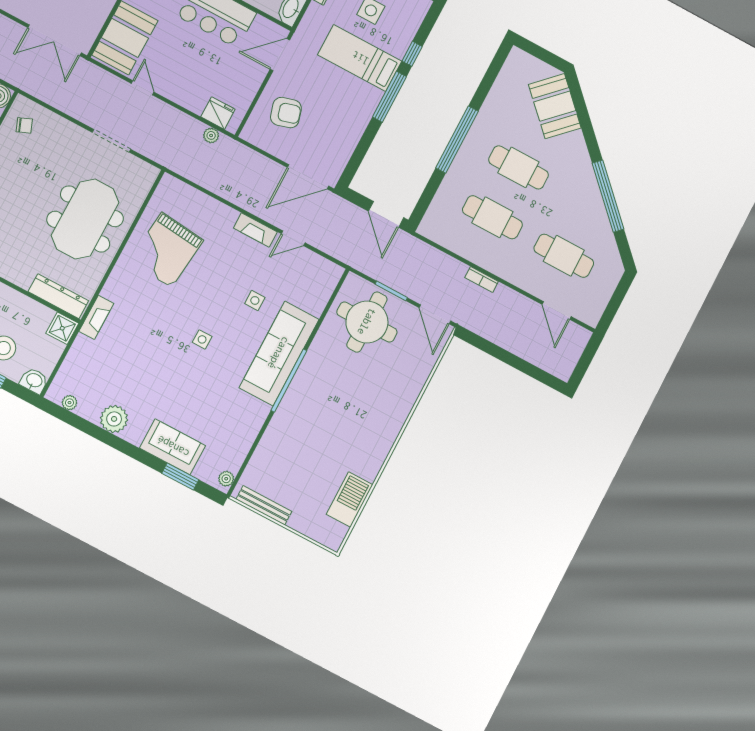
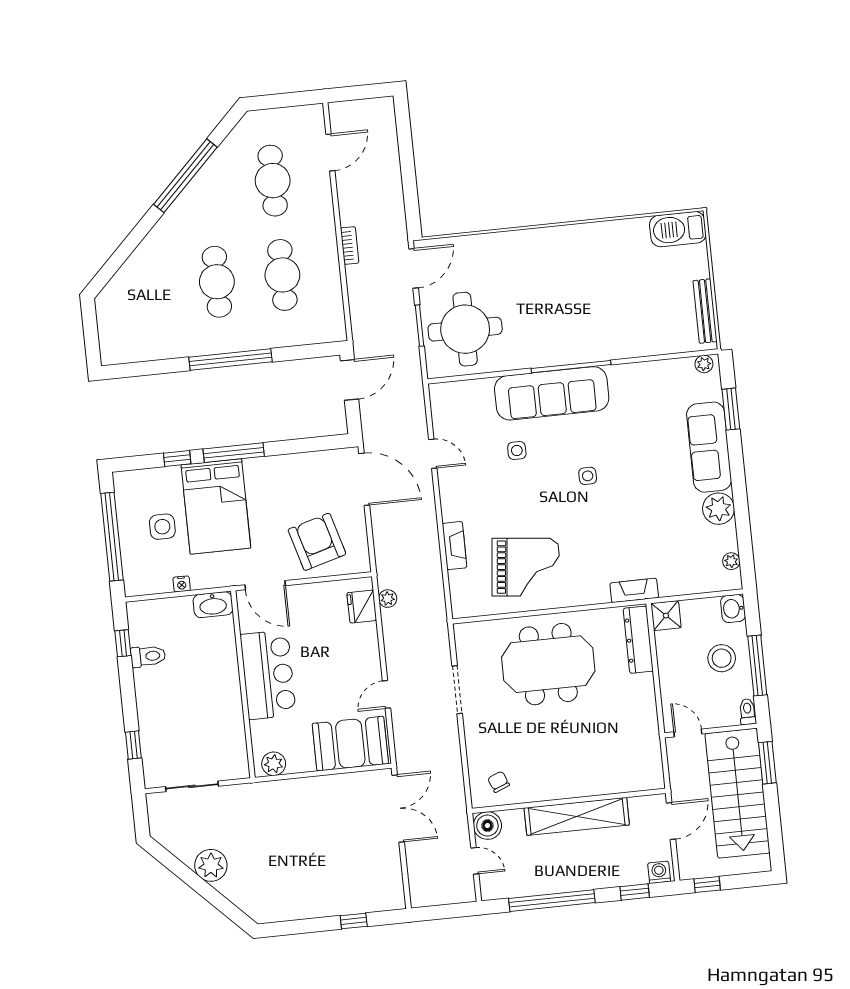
bed: (360, 58) -> (216, 506), width x1.50
booth: (555, 106) -> (133, 286), removed
armchair: (286, 113) -> (317, 542), width x1.36, depth x1.36
fireplace: (255, 230) -> (455, 546), moved
sofa: (173, 447) -> (709, 447), width x1.36
barbecue: (350, 499) -> (678, 229), moved

